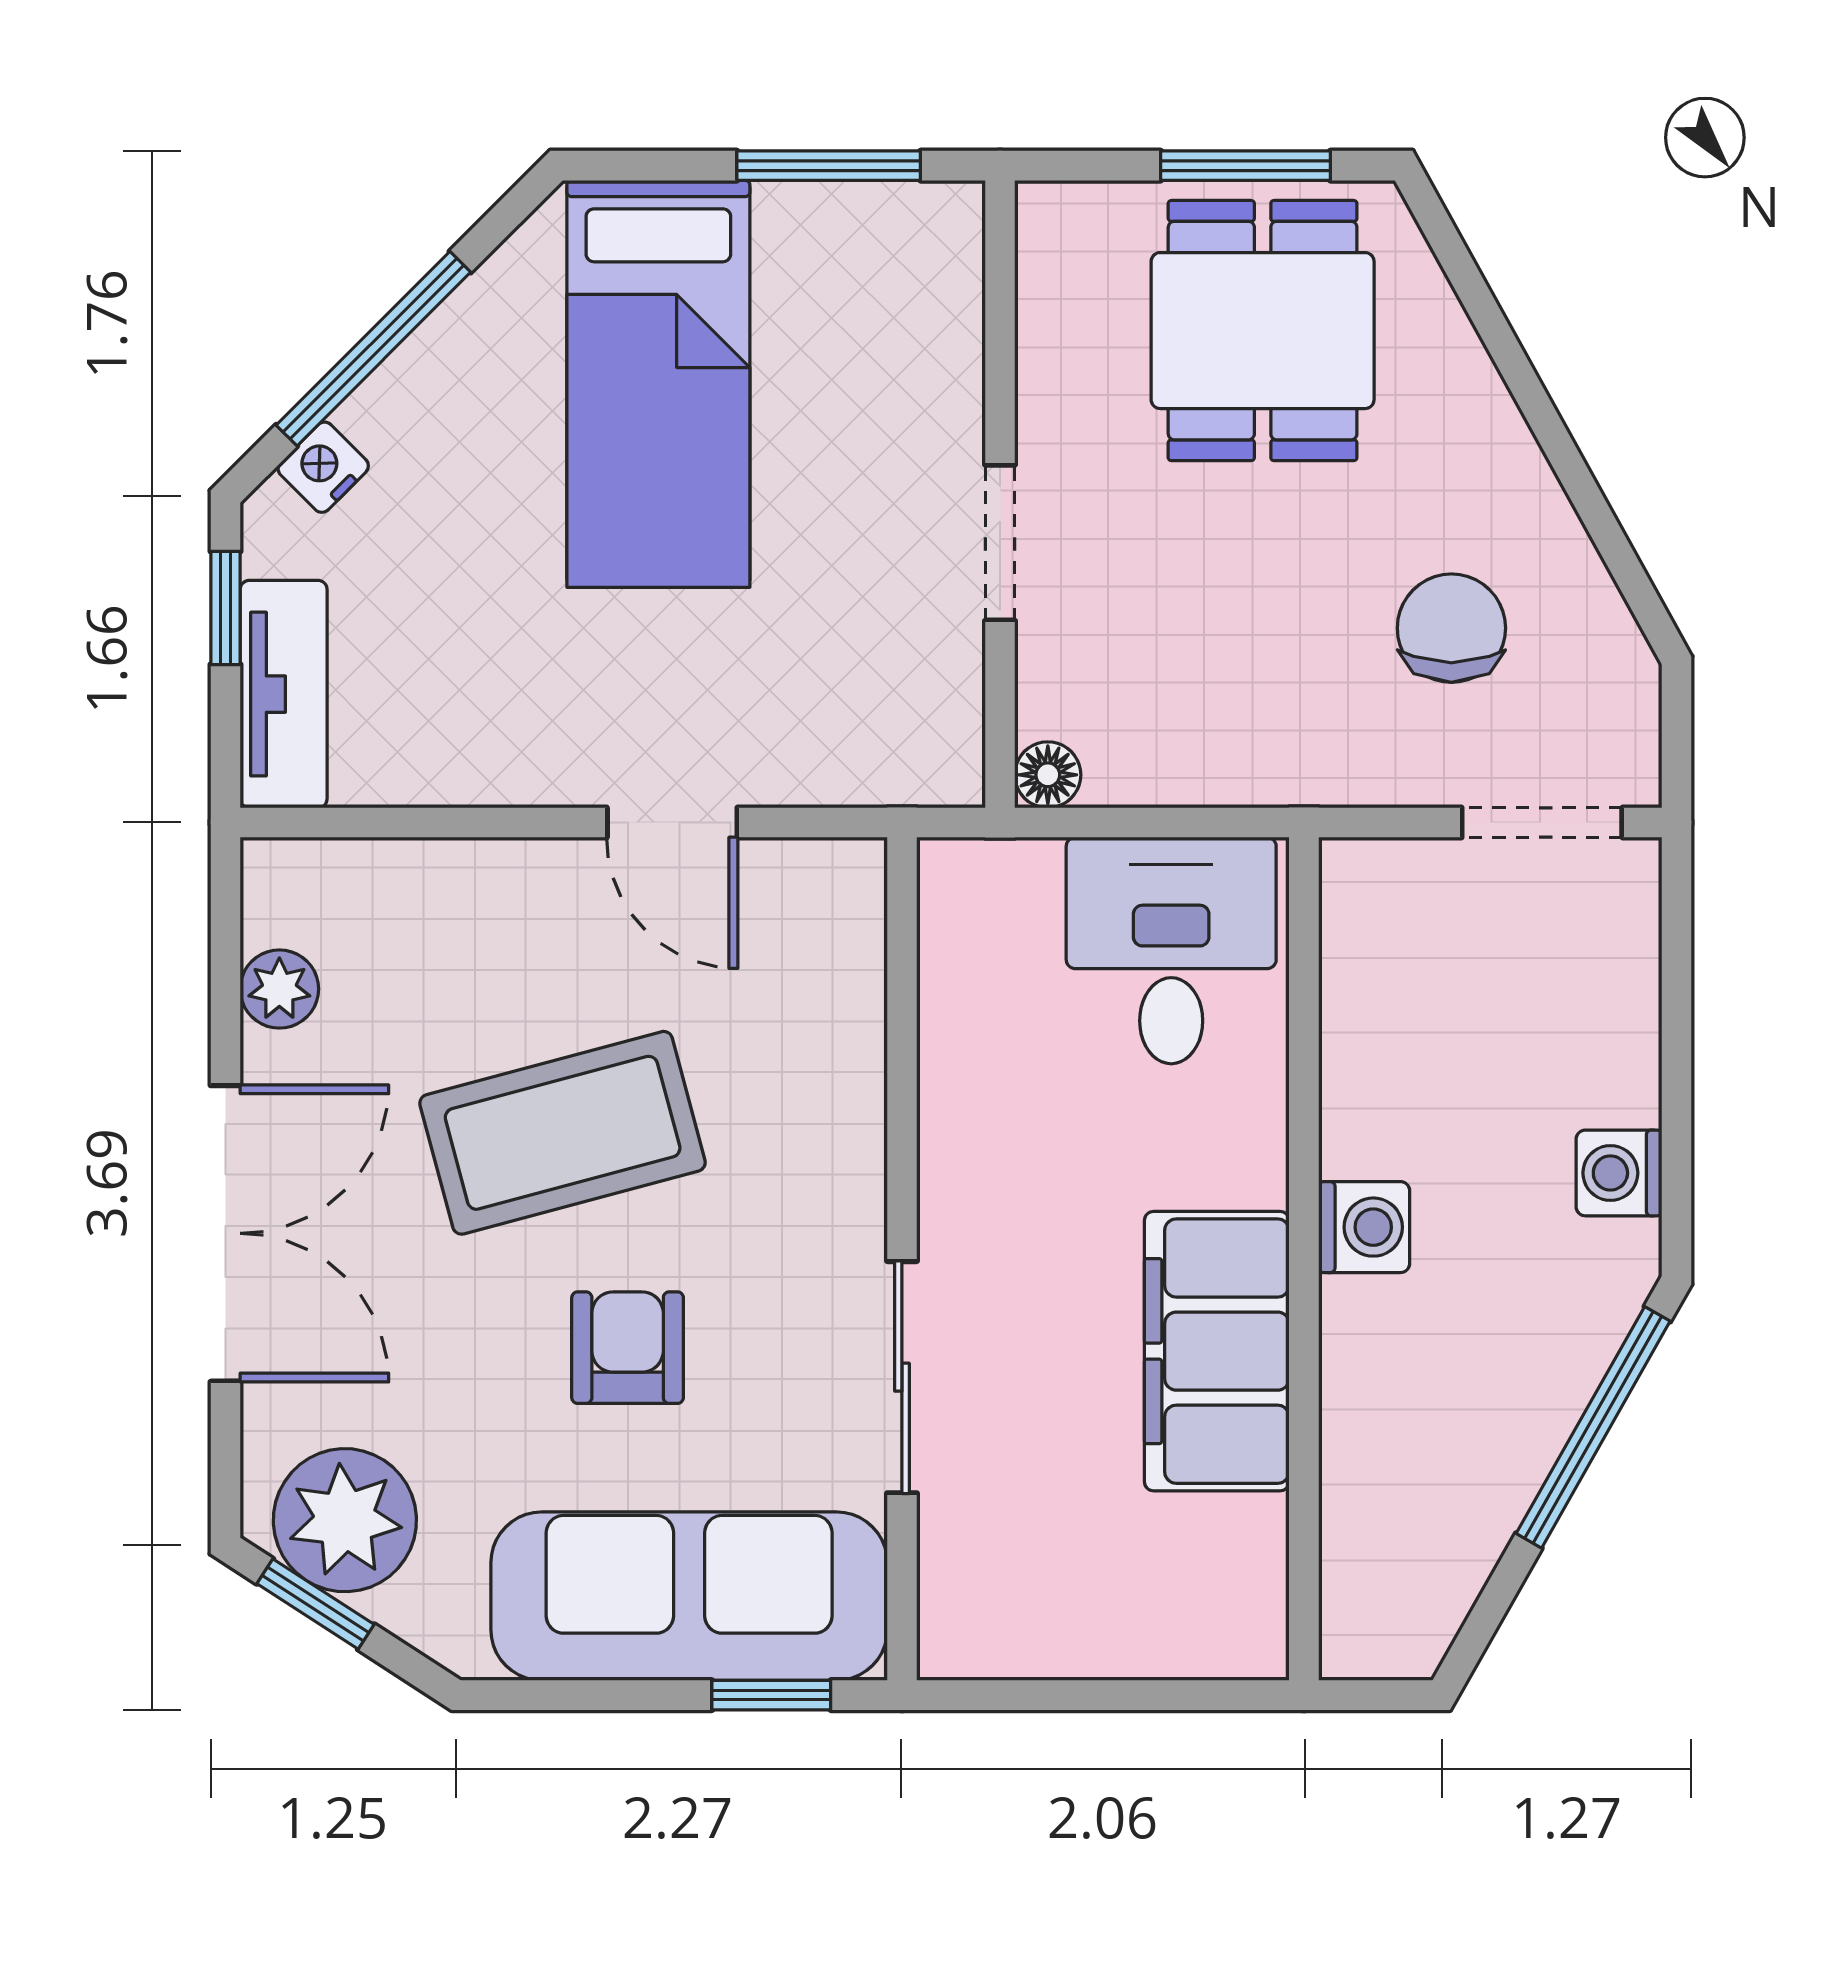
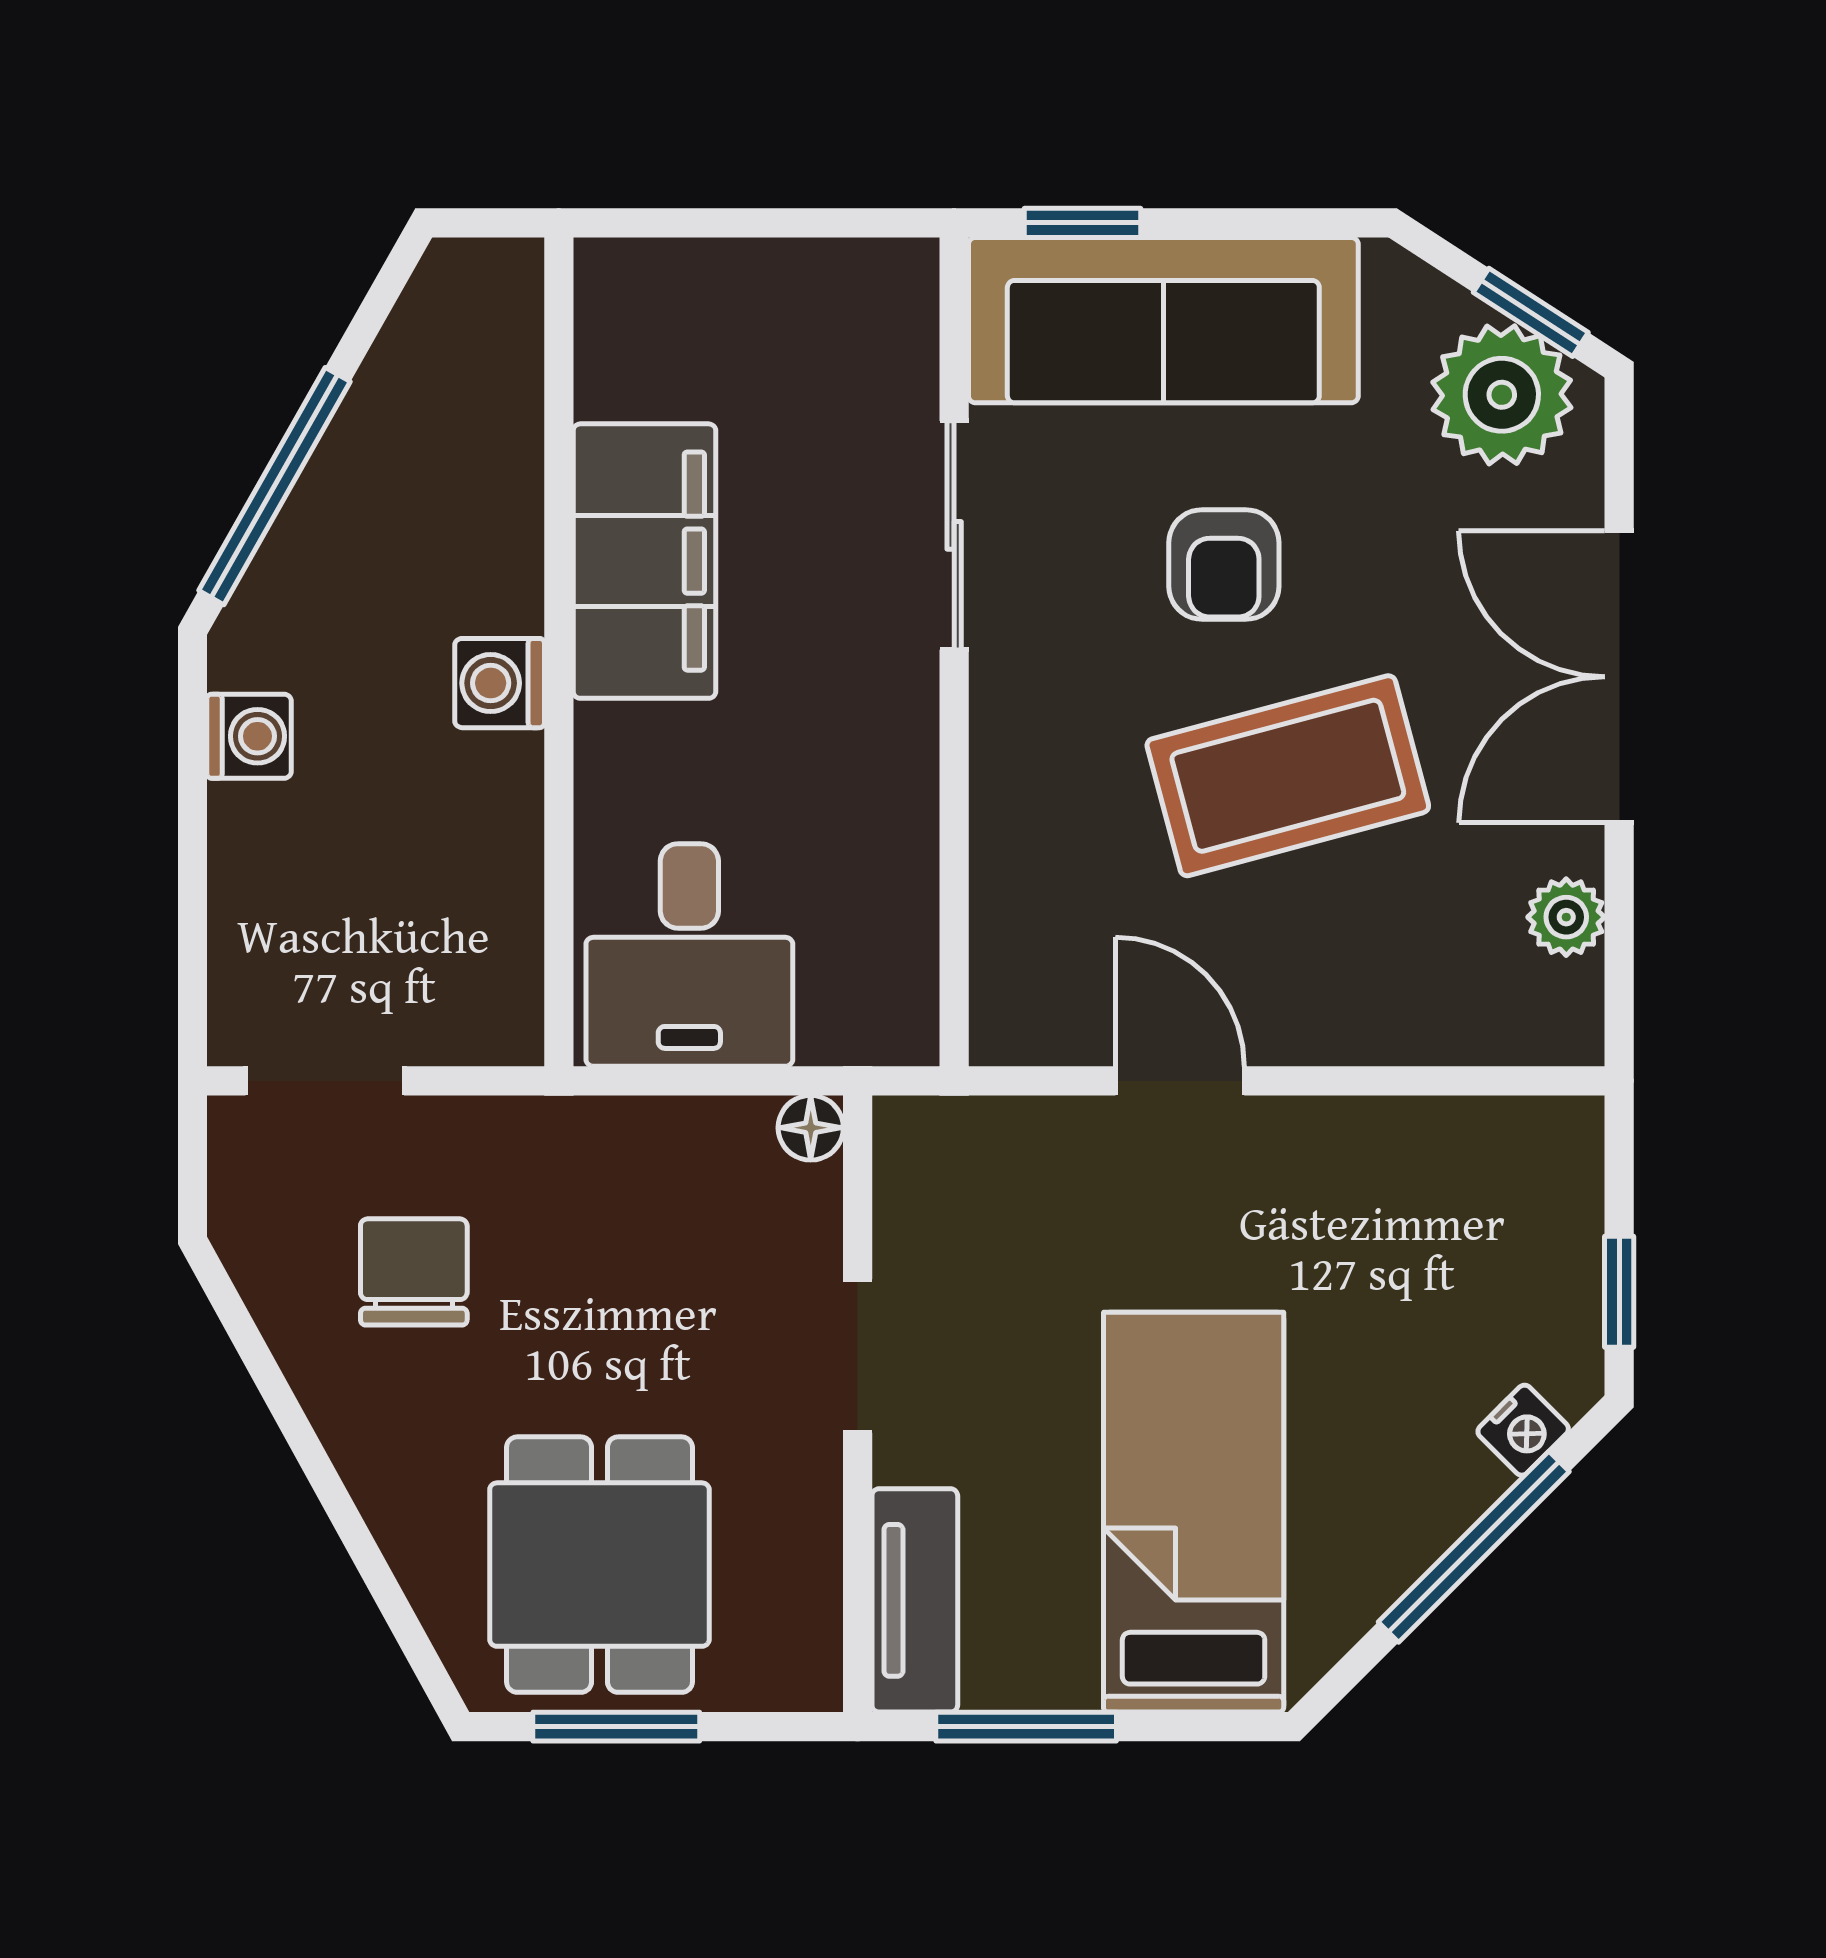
chair: (1451, 628) -> (414, 1272), turned 180
tv unit: (284, 694) -> (915, 1600), moved, turned 180

